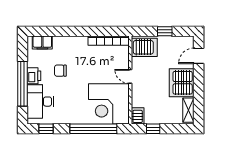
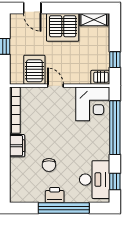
filing cabinet: (42, 43) -> (17, 146), moved
server rack: (144, 47) -> (34, 70), moved
door: (130, 76) -> (55, 86), swing flipped
desk: (40, 102) -> (95, 180), moved, turned -90
corner desk: (109, 104) -> (93, 104), width x0.74, depth x0.74

